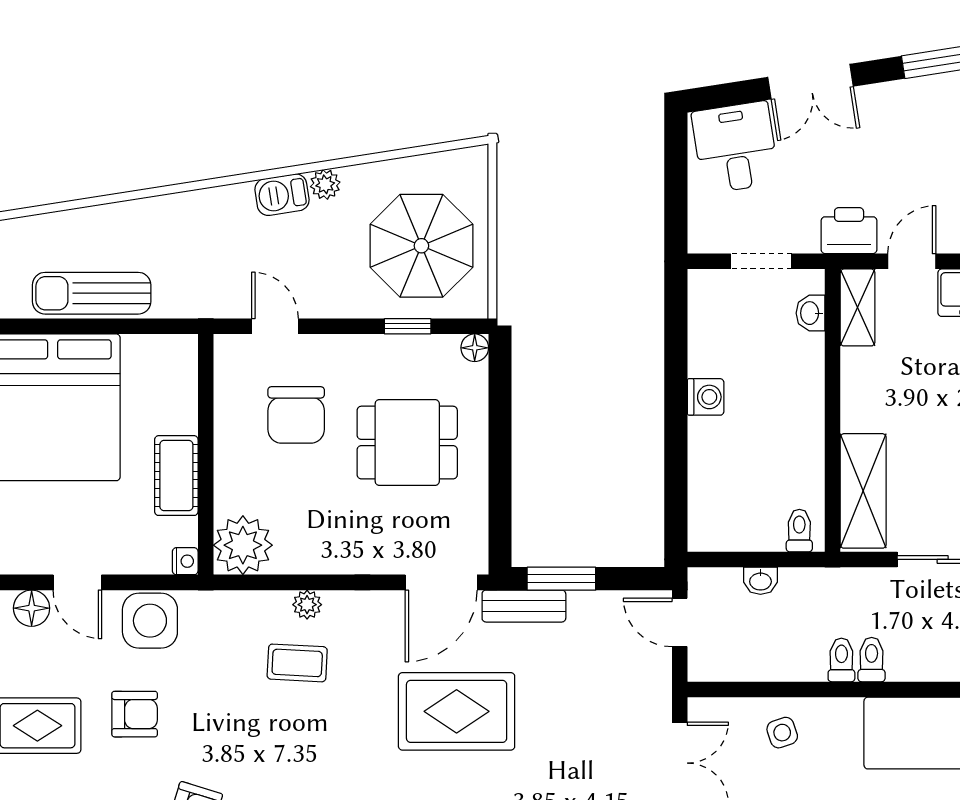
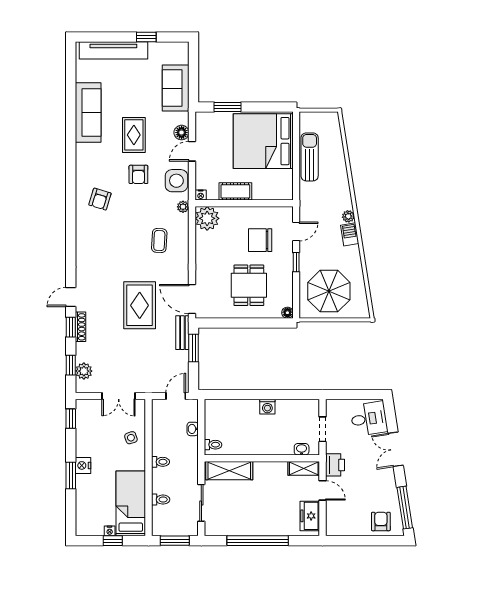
plant: (325, 184) -> (348, 216), moved
window: (408, 326) -> (296, 262), moved
plant: (307, 605) -> (183, 207), moved
toilet: (872, 660) -> (161, 500), moved

